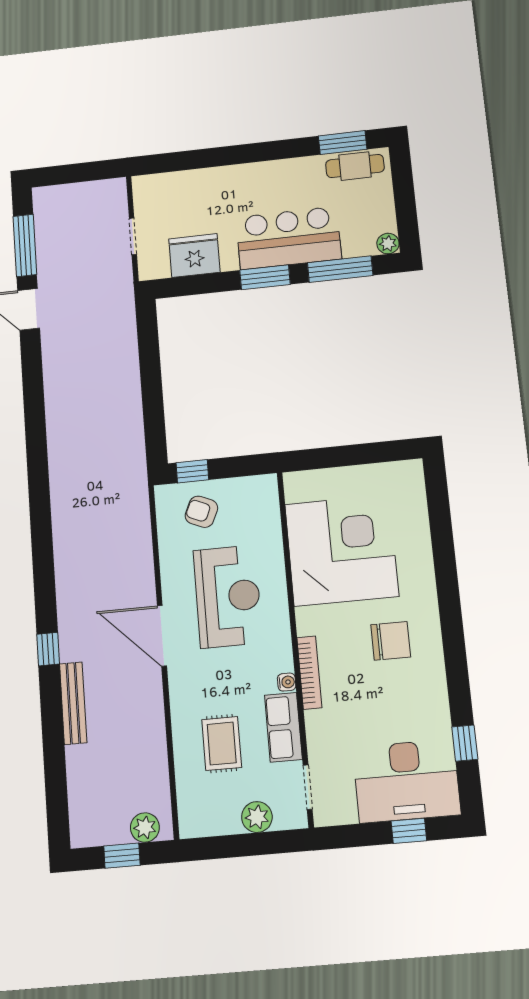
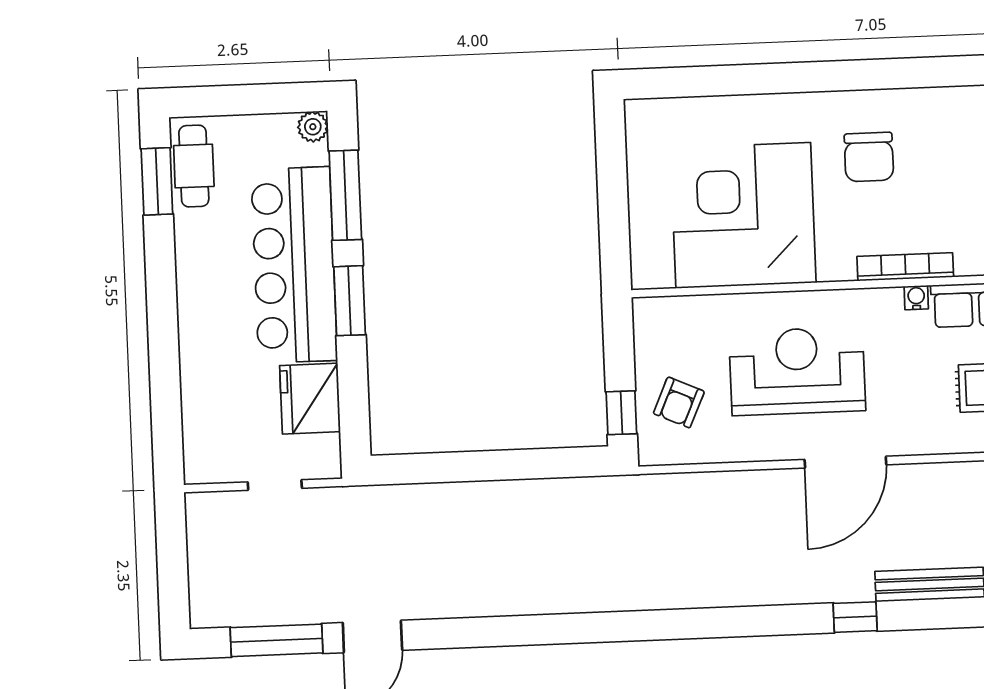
bar counter: (289, 238) -> (294, 265), width x1.36
chair: (391, 641) -> (869, 157), turned 180

